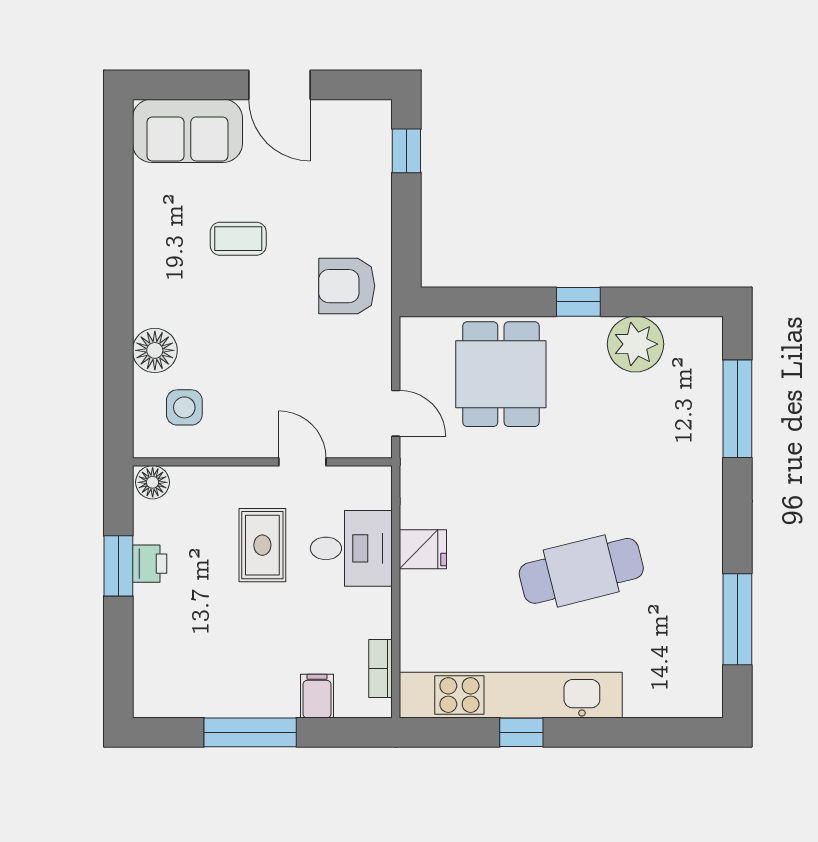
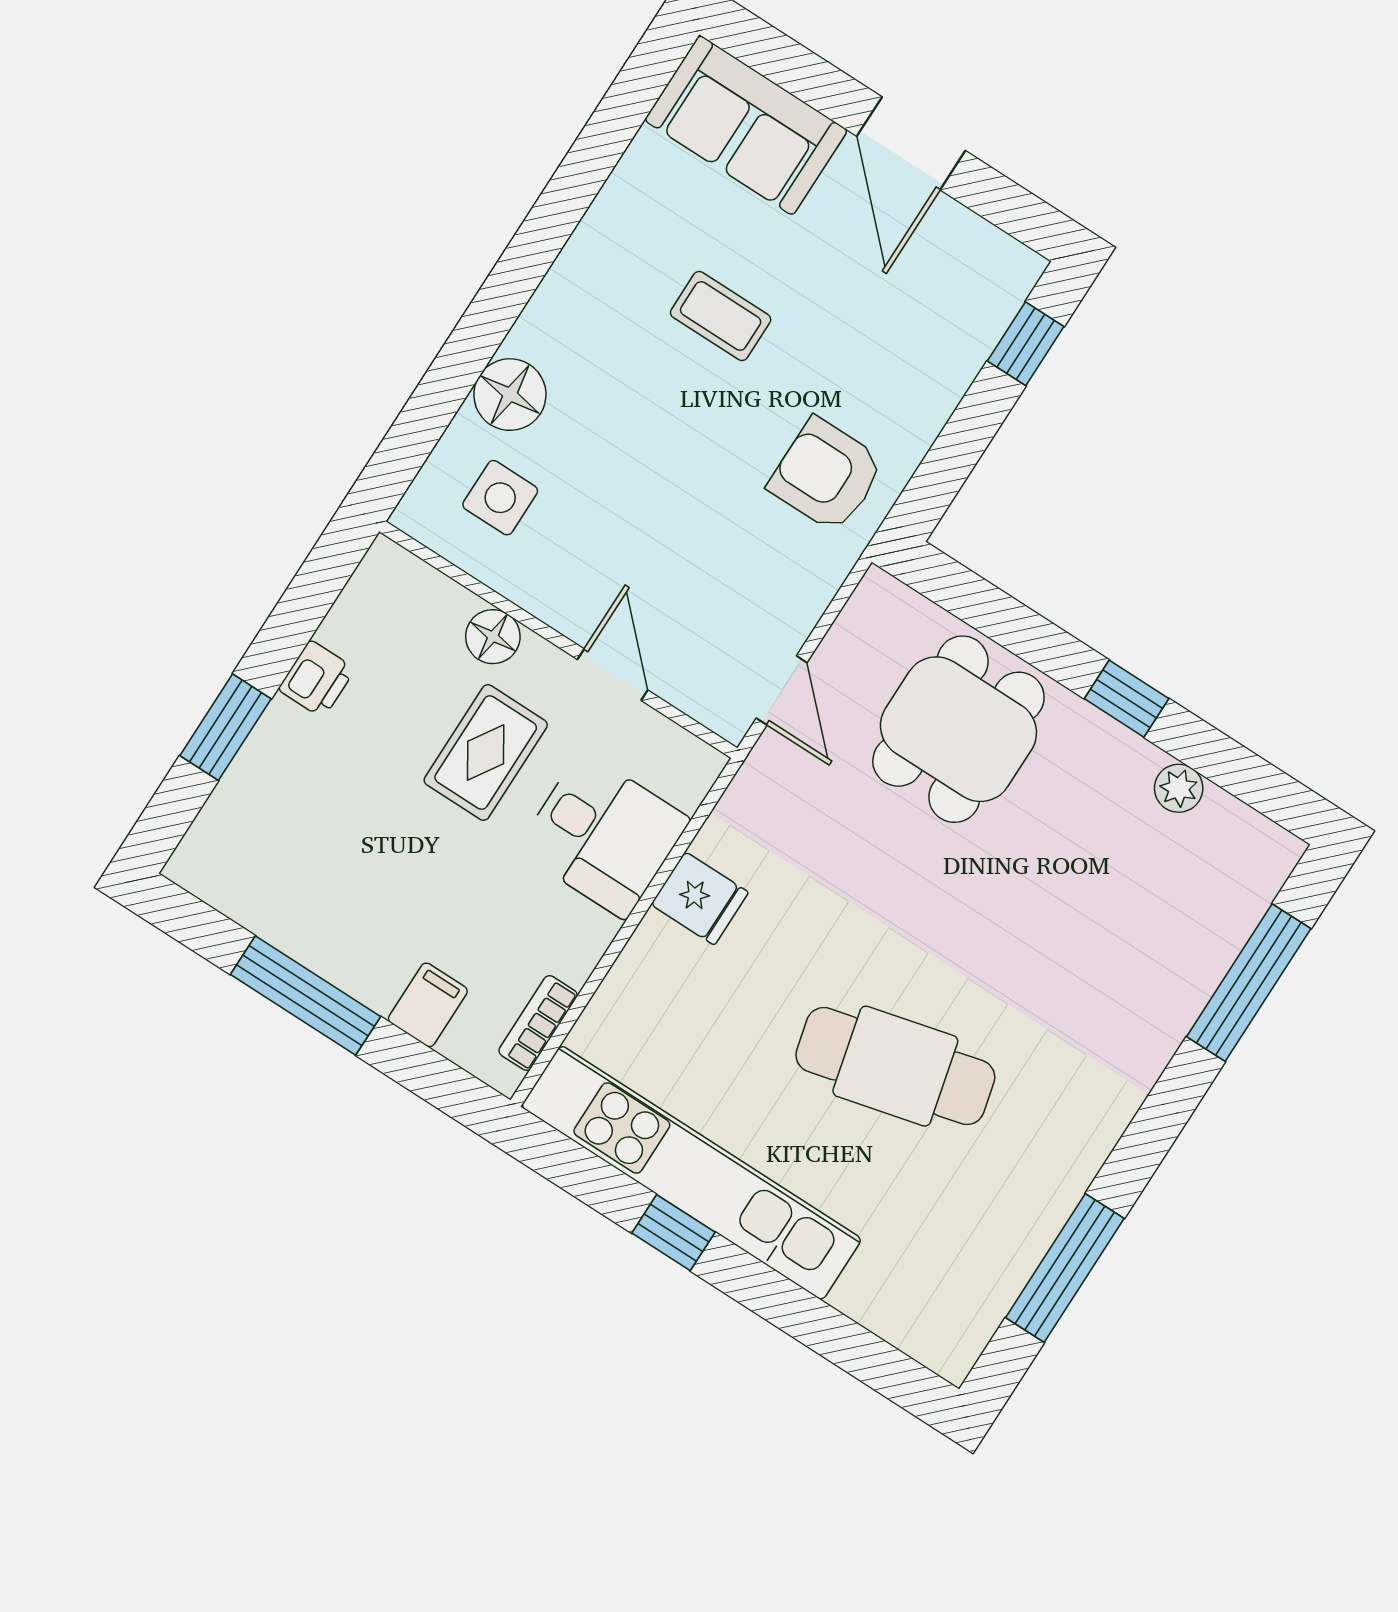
plant: (636, 344) -> (1179, 788), width x0.53, depth x0.53
floor lamp: (153, 482) -> (493, 637), moved
window: (118, 566) -> (226, 727), moved

